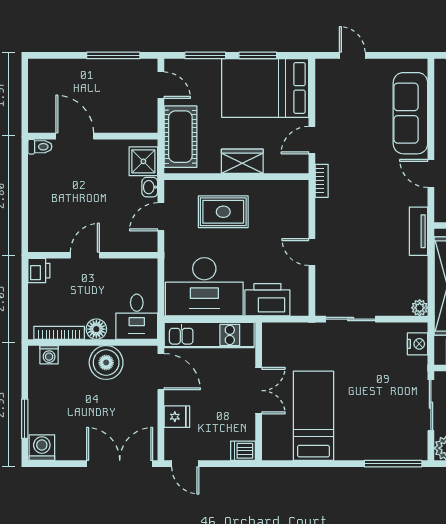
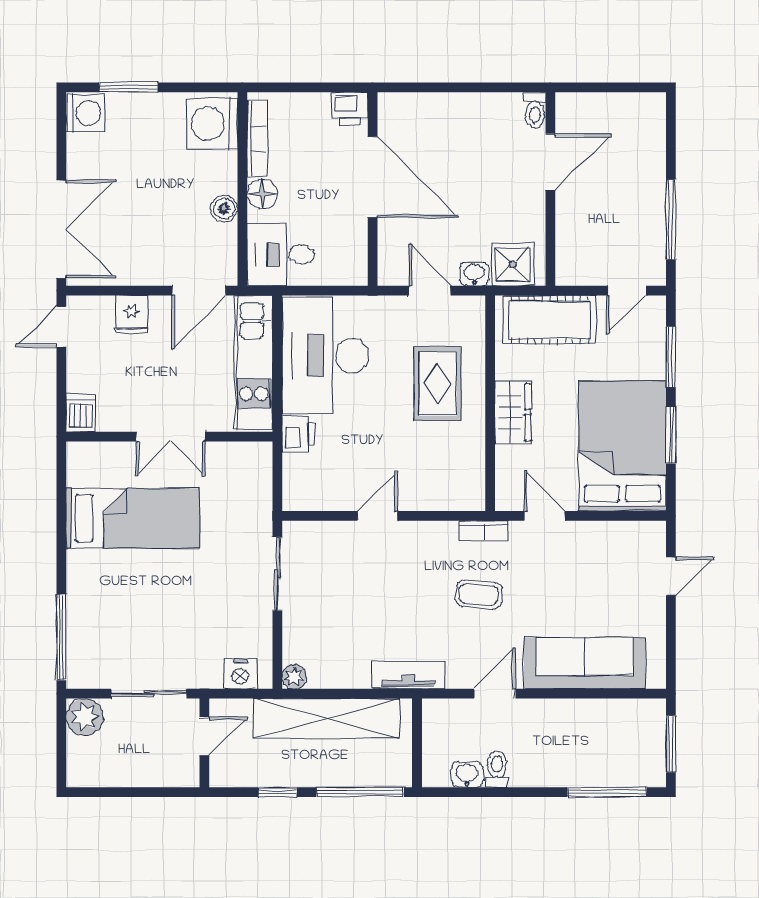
coffee table: (364, 184) -> (479, 594), added
door: (85, 255) -> (373, 177), width x1.88
printer: (267, 300) -> (298, 434), width x0.53, depth x0.68
washing machine: (49, 355) -> (212, 124), width x1.89, depth x1.89
boiler: (106, 363) -> (224, 209), width x0.54, depth x0.54

